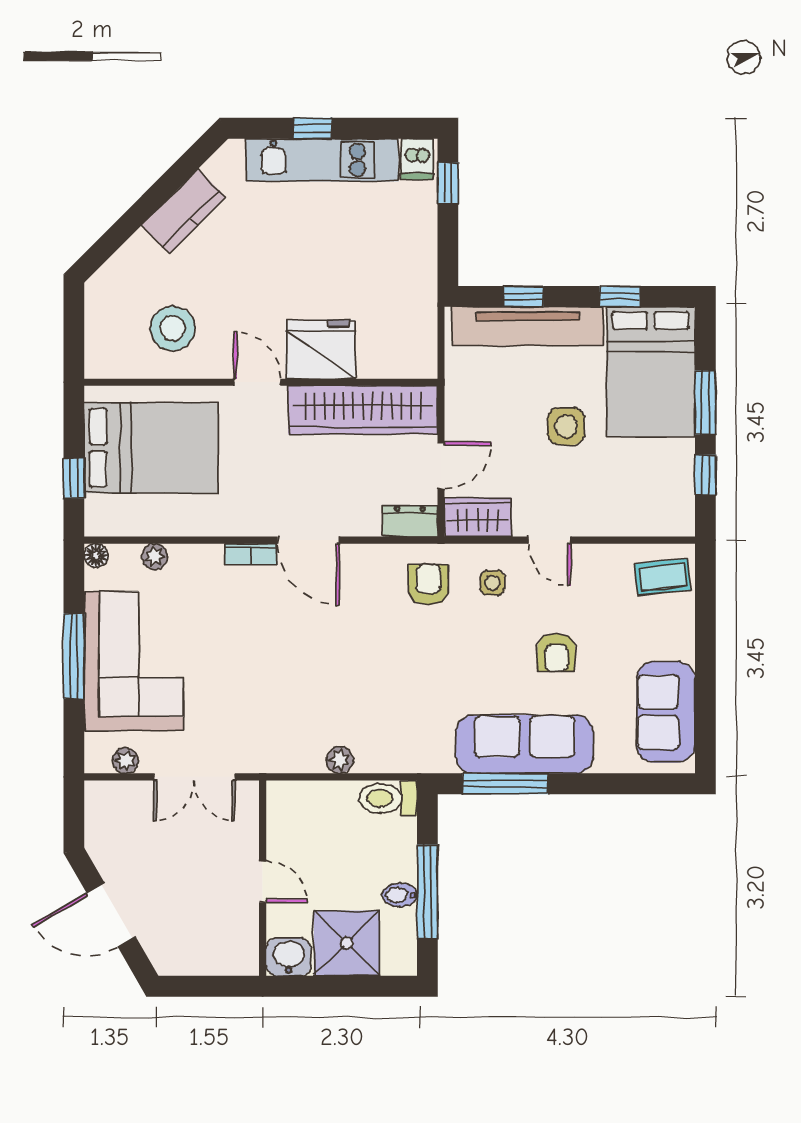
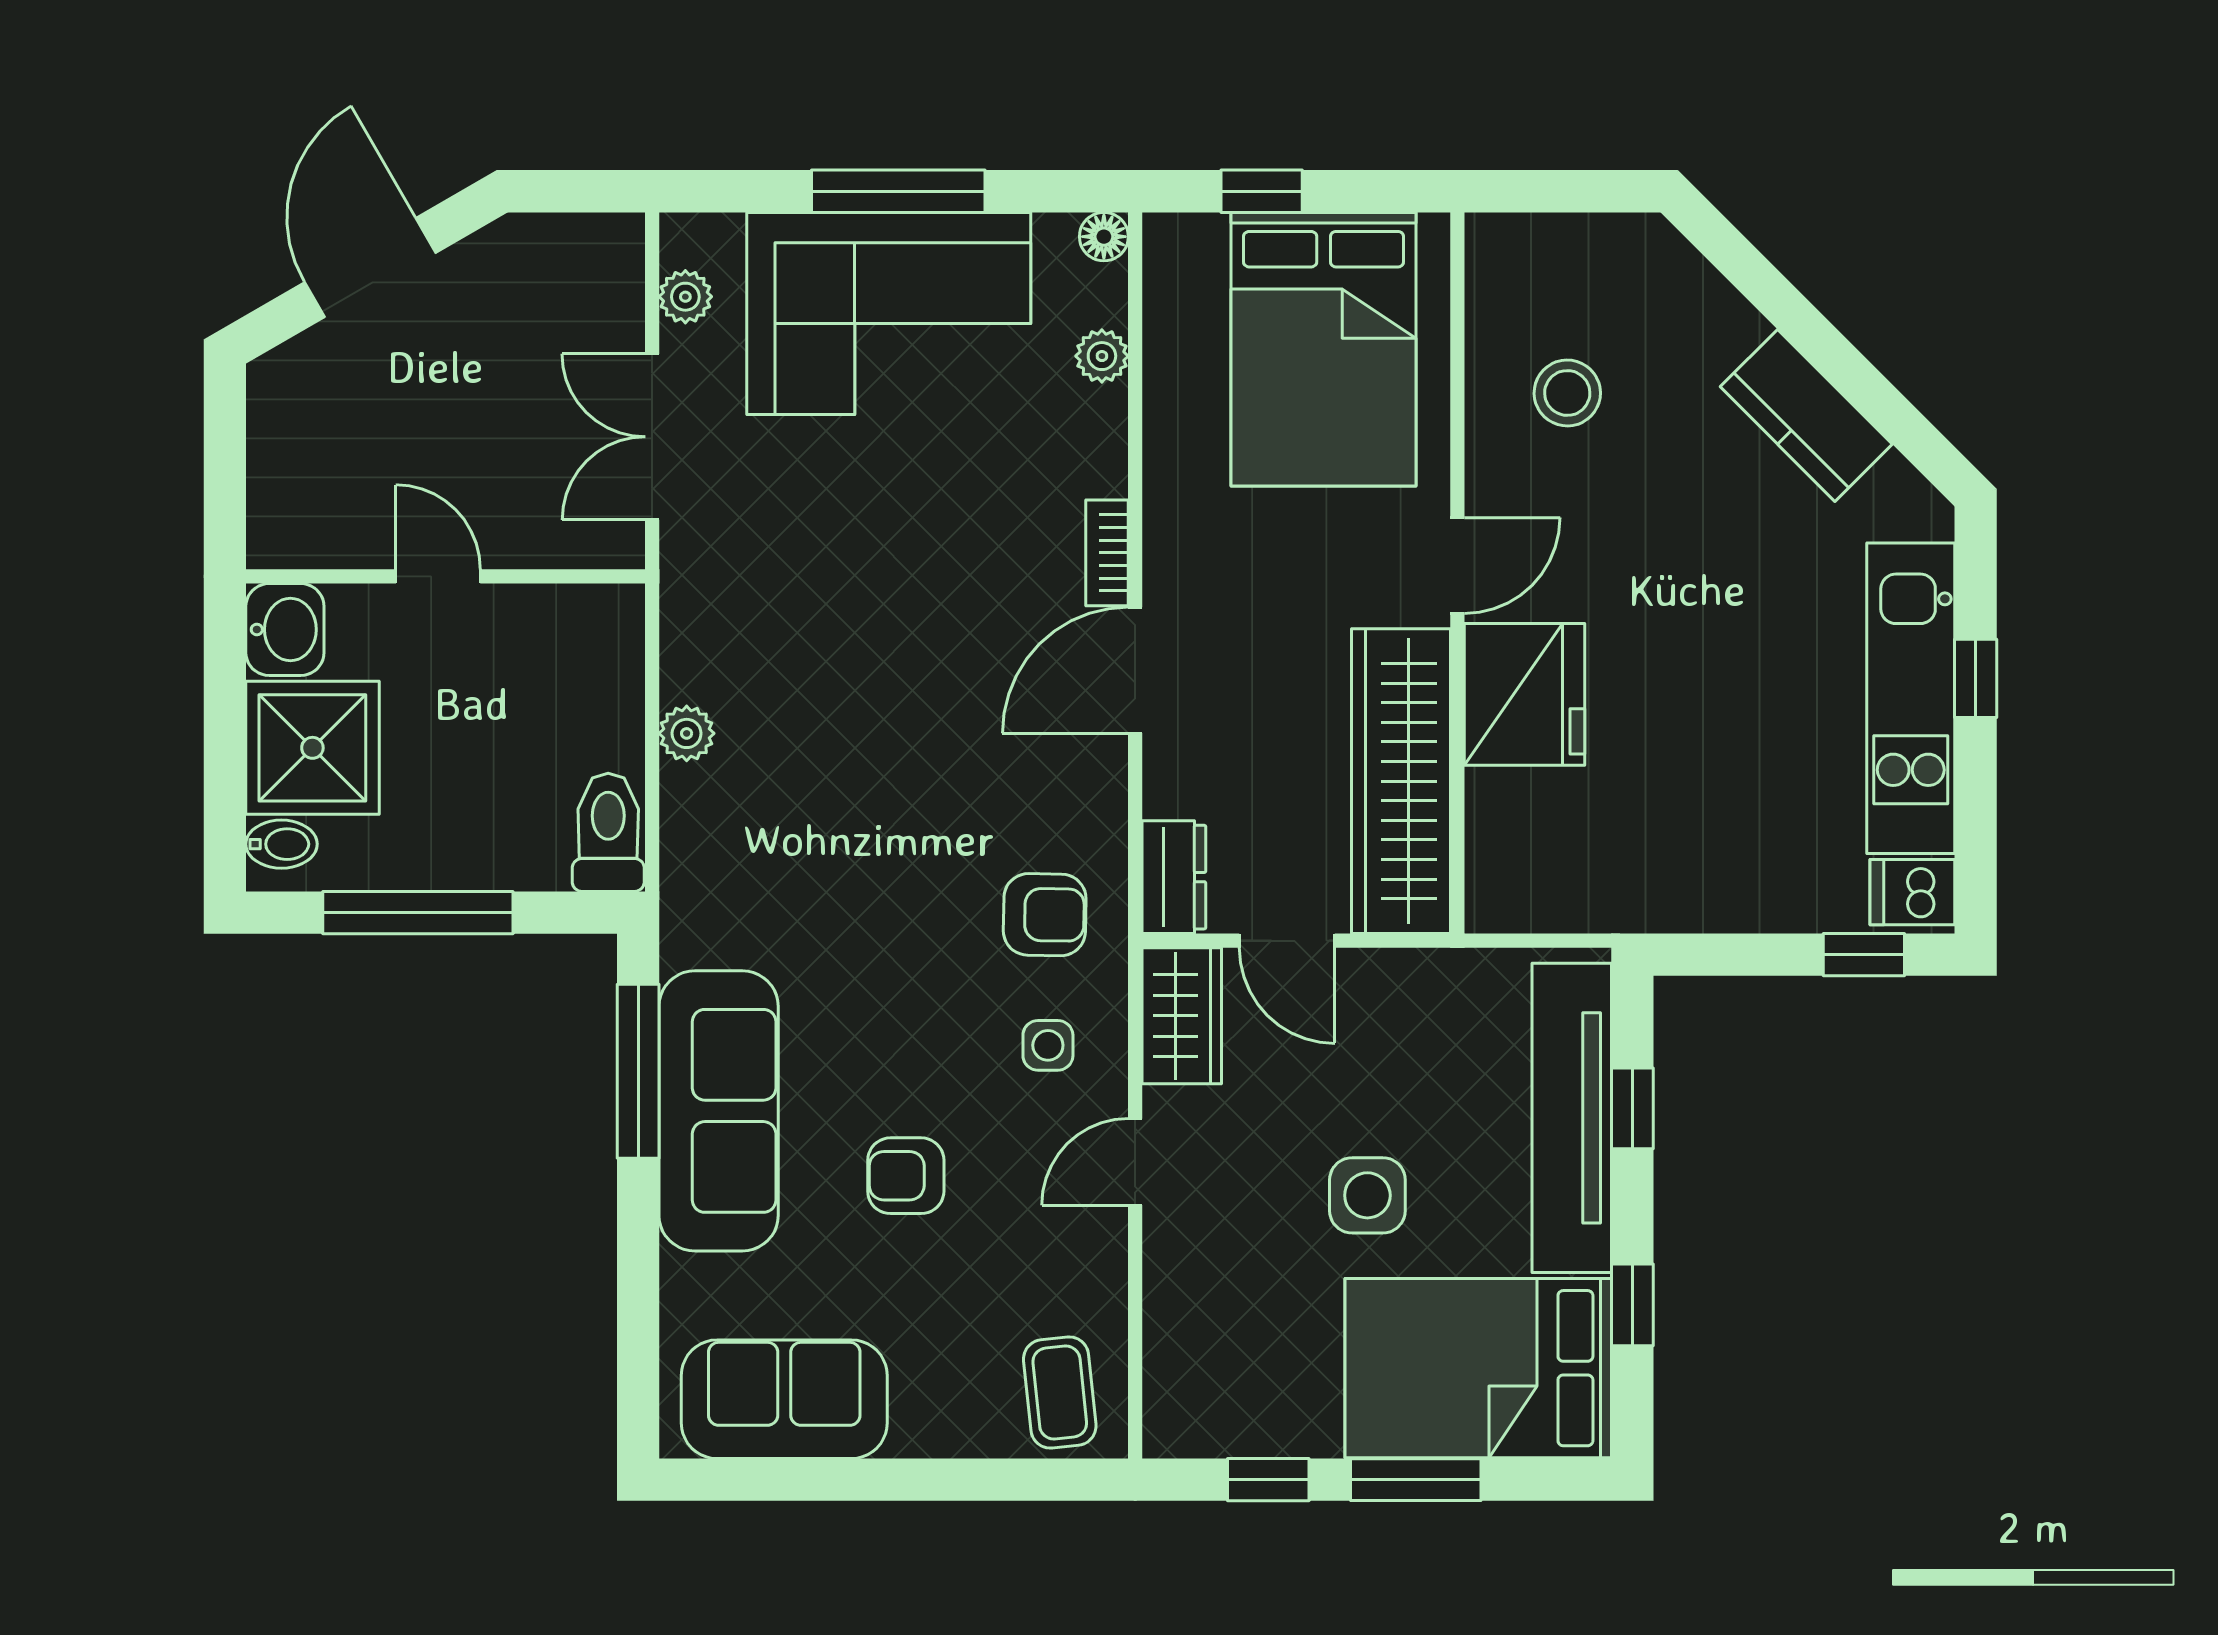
stool: (173, 328) -> (1567, 393), width x0.73, depth x0.73
door: (263, 882) -> (438, 576), swing flipped
bidet: (400, 895) -> (281, 844), moved, turned 90

